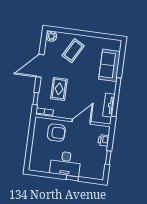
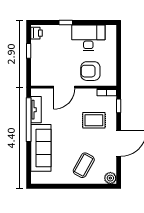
sofa: (110, 65) -> (41, 148), width x1.36
rug: (59, 89) -> (94, 120), turned 90
printer: (104, 140) -> (36, 33), moved
desk: (65, 164) -> (88, 38), moved

